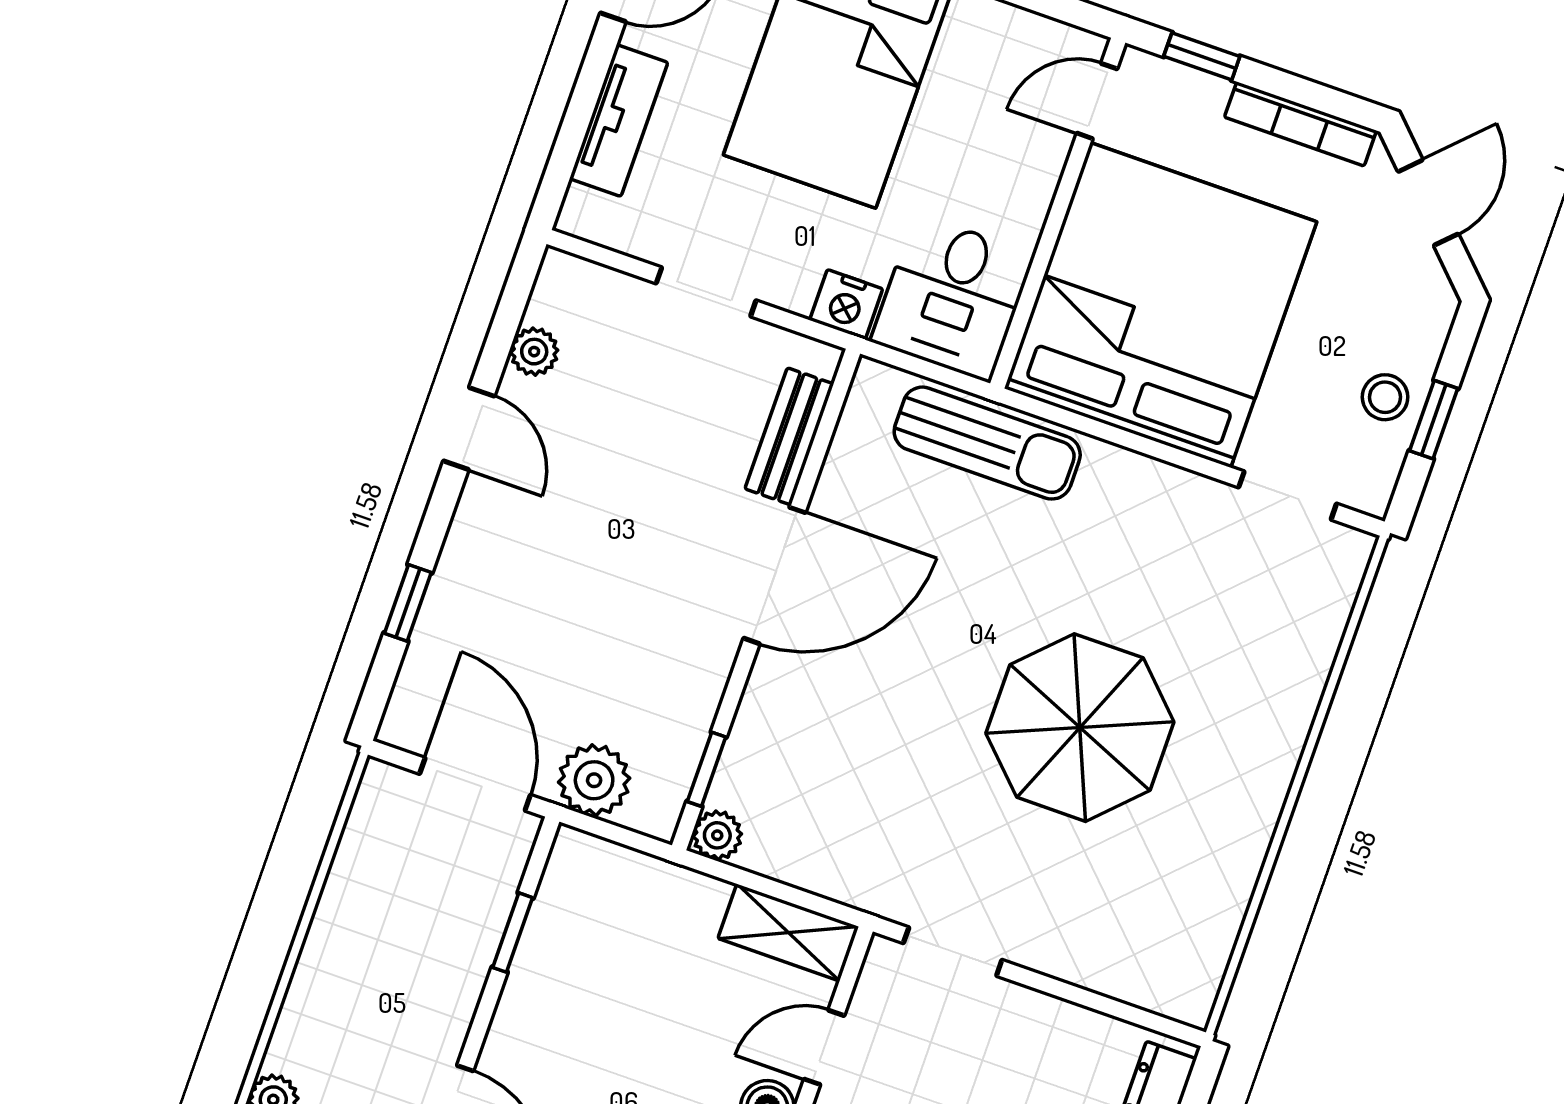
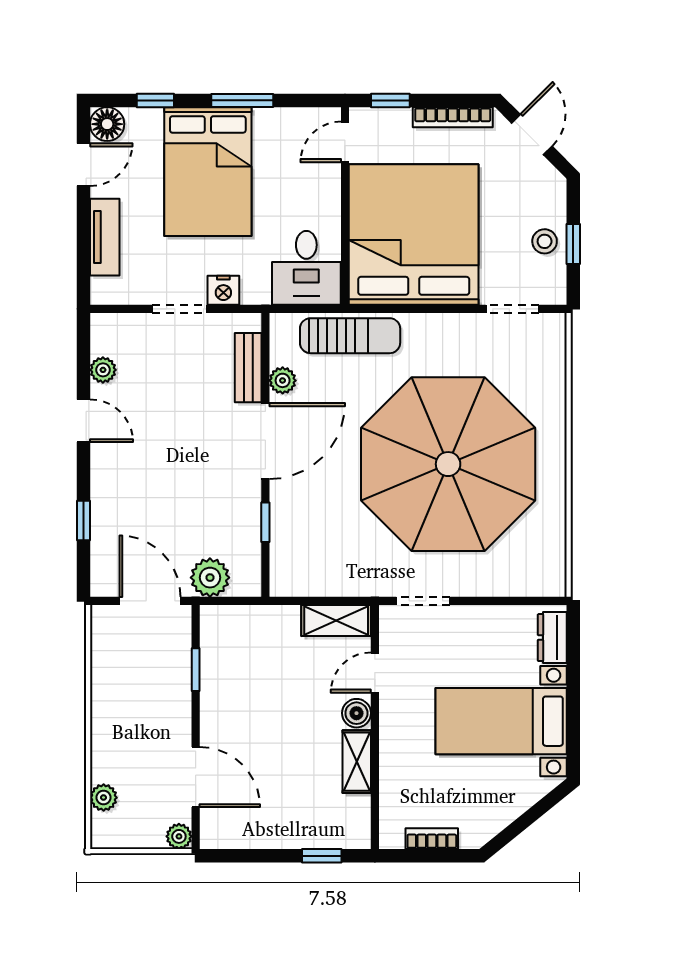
nightstand: (846, 304) -> (223, 290), moved
parasol: (1080, 728) -> (448, 464), width x1.86, depth x1.86
window: (707, 769) -> (265, 522), moved
plant: (717, 835) -> (283, 380), moved

